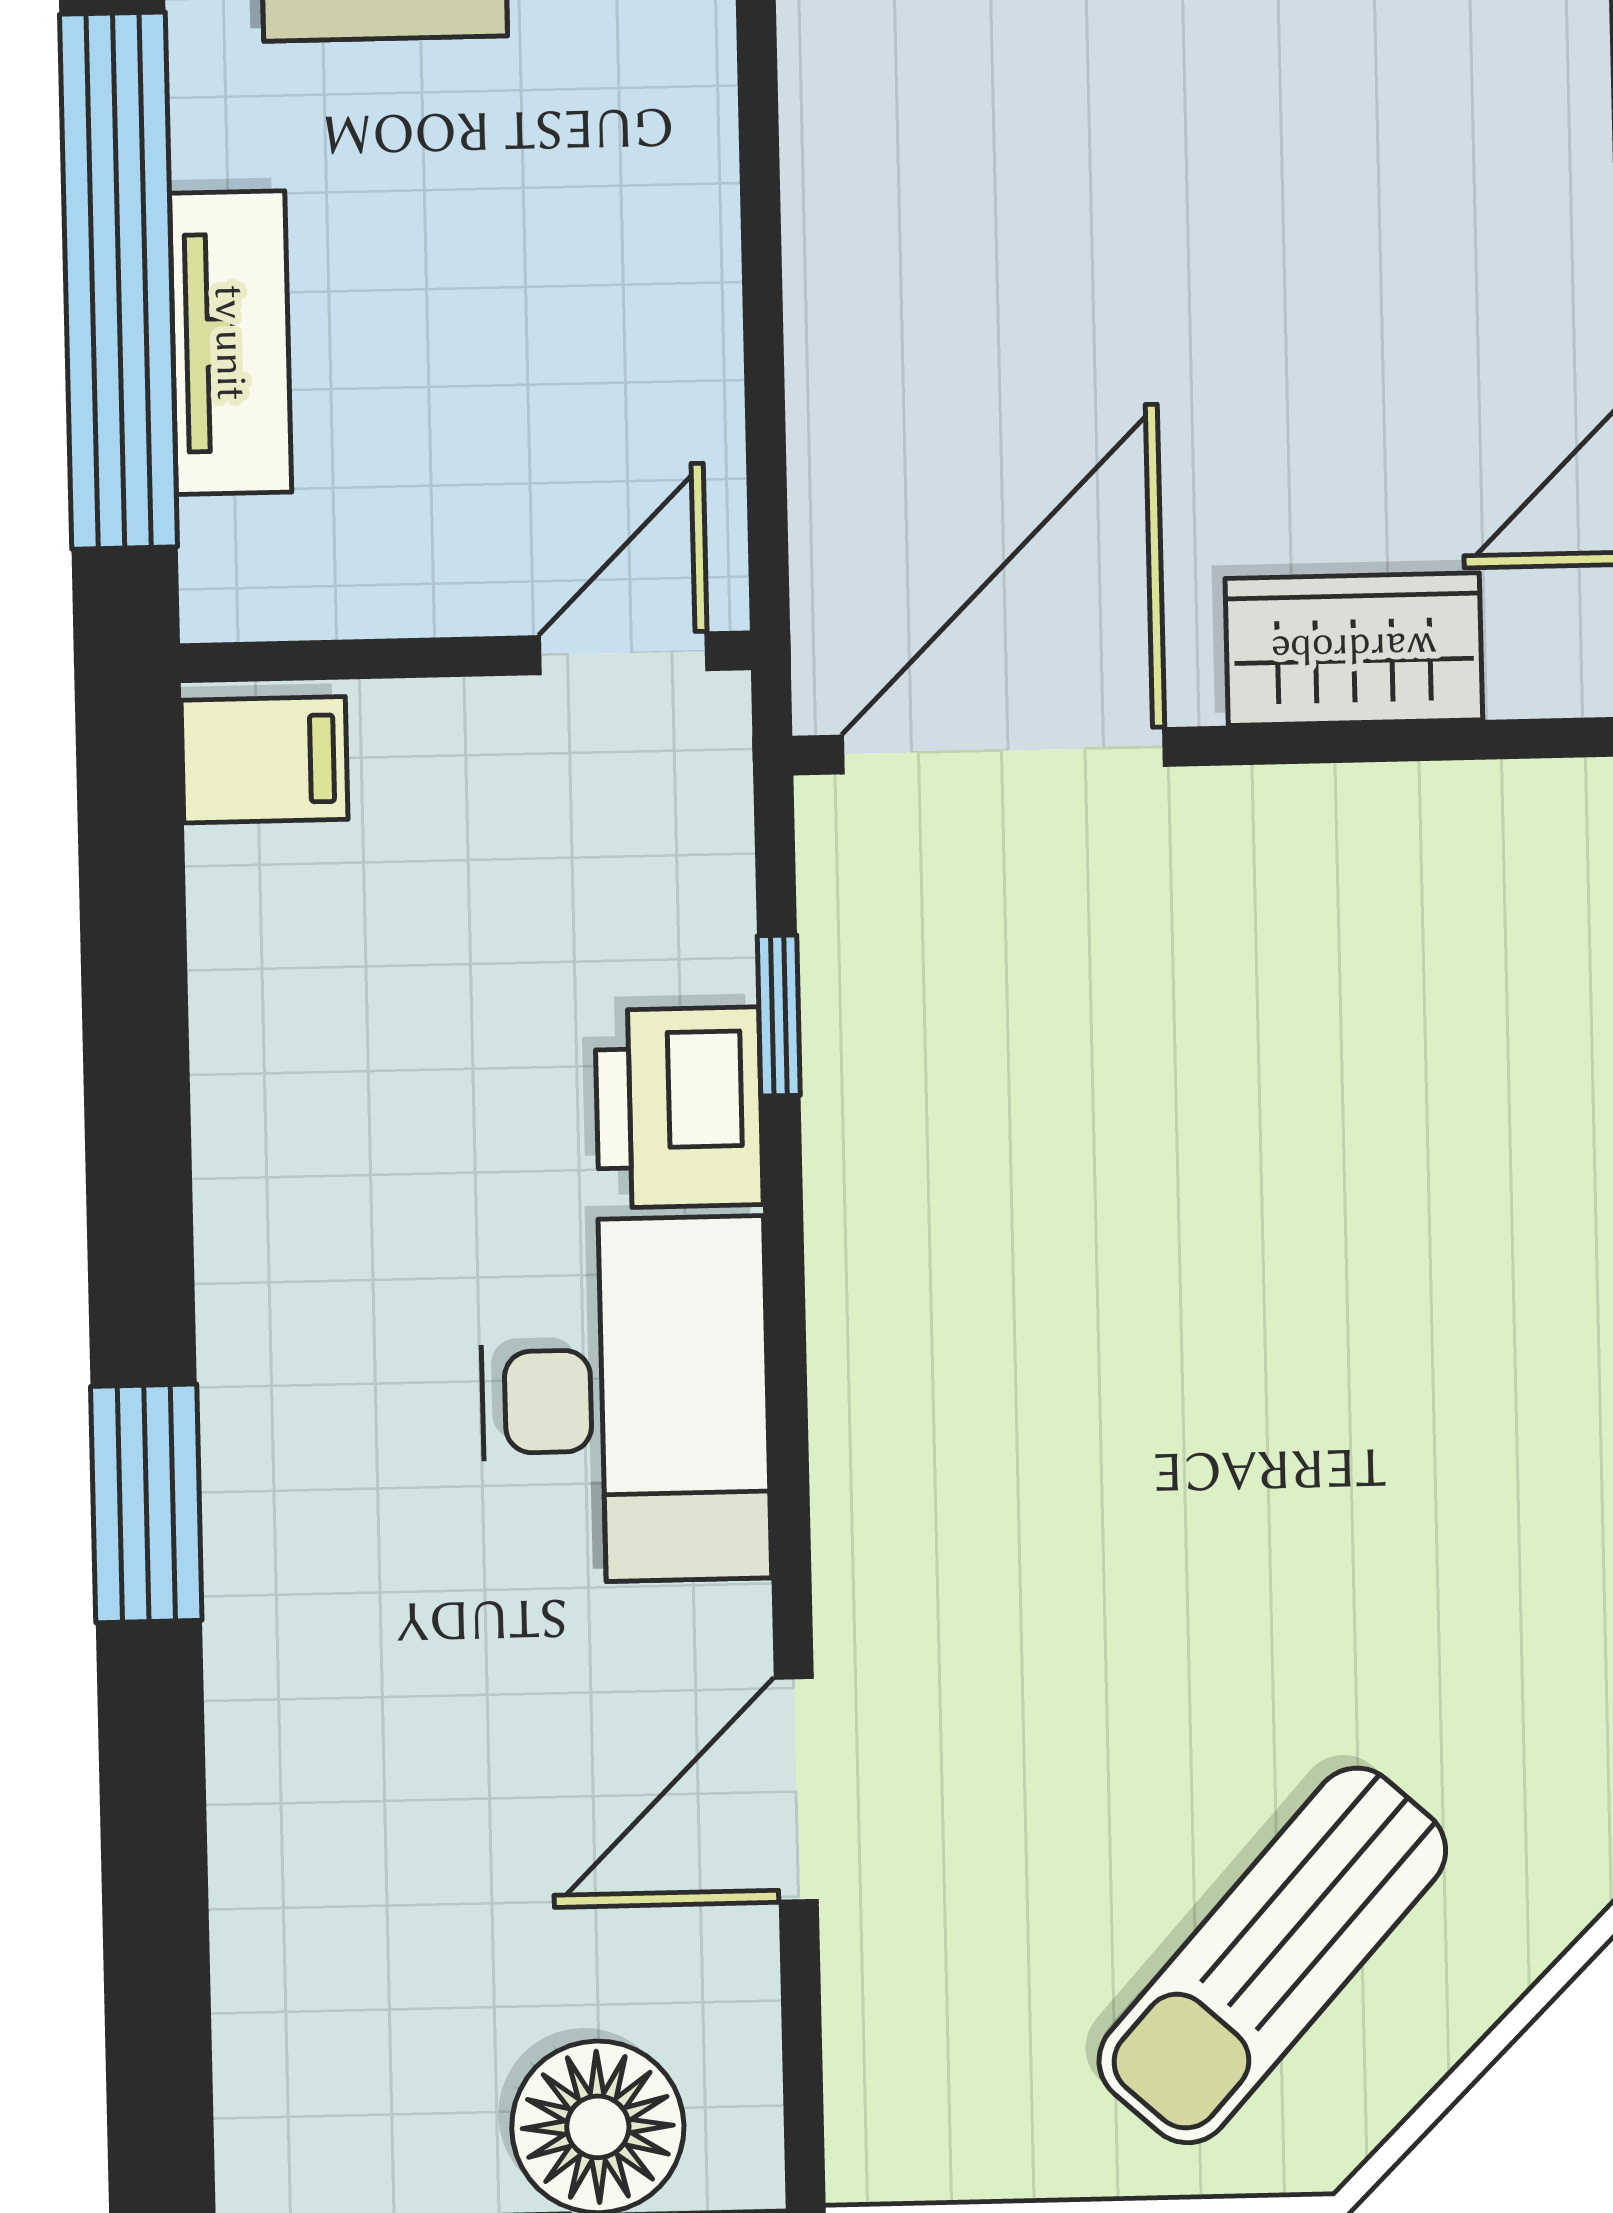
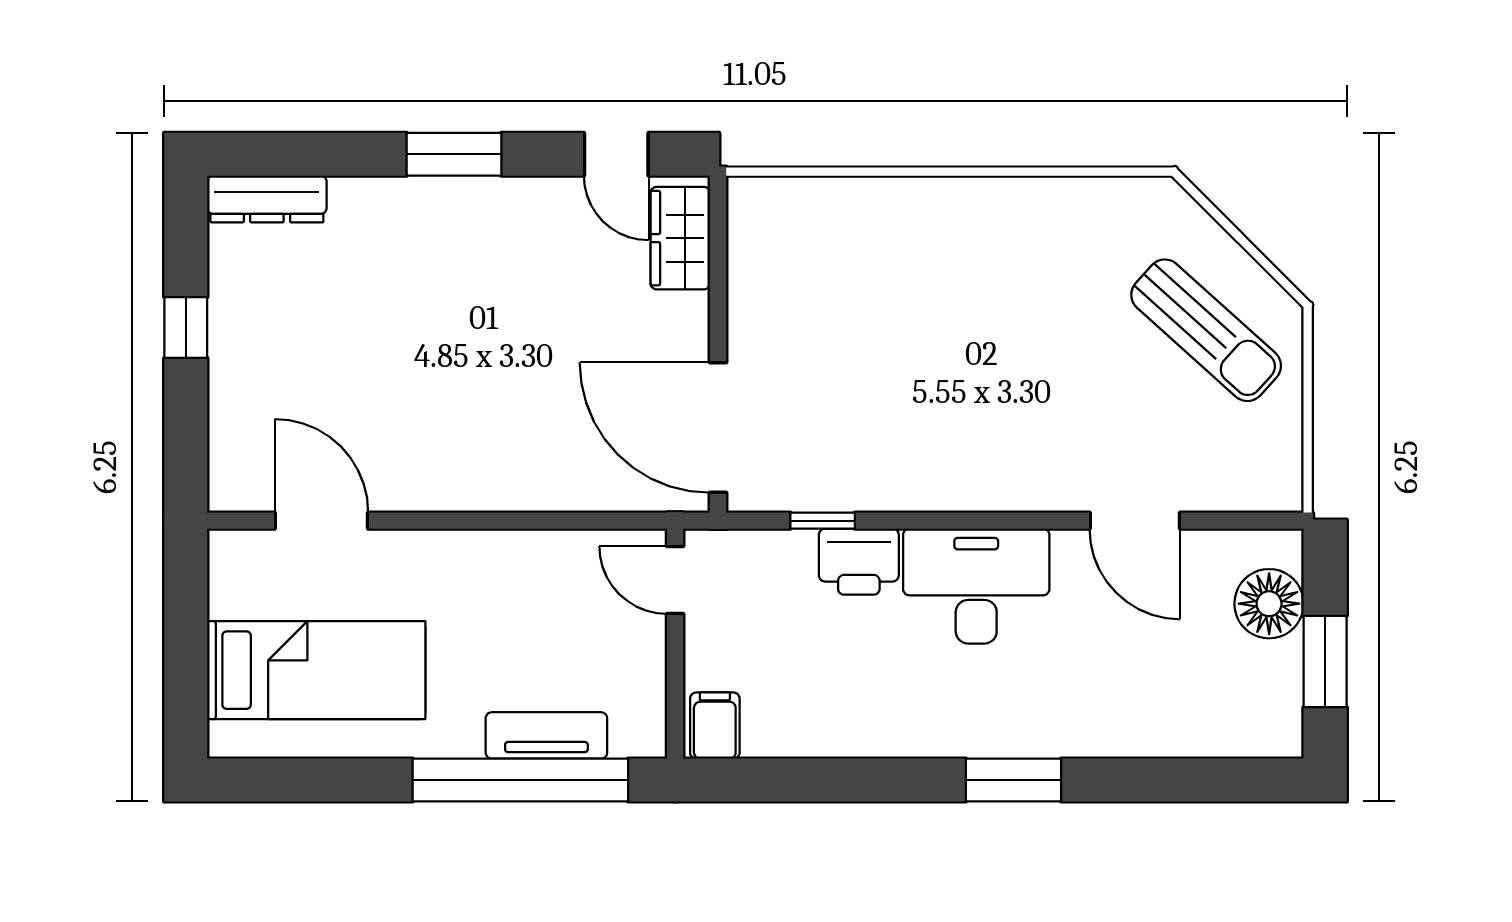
wardrobe: (1354, 649) -> (680, 238), moved

